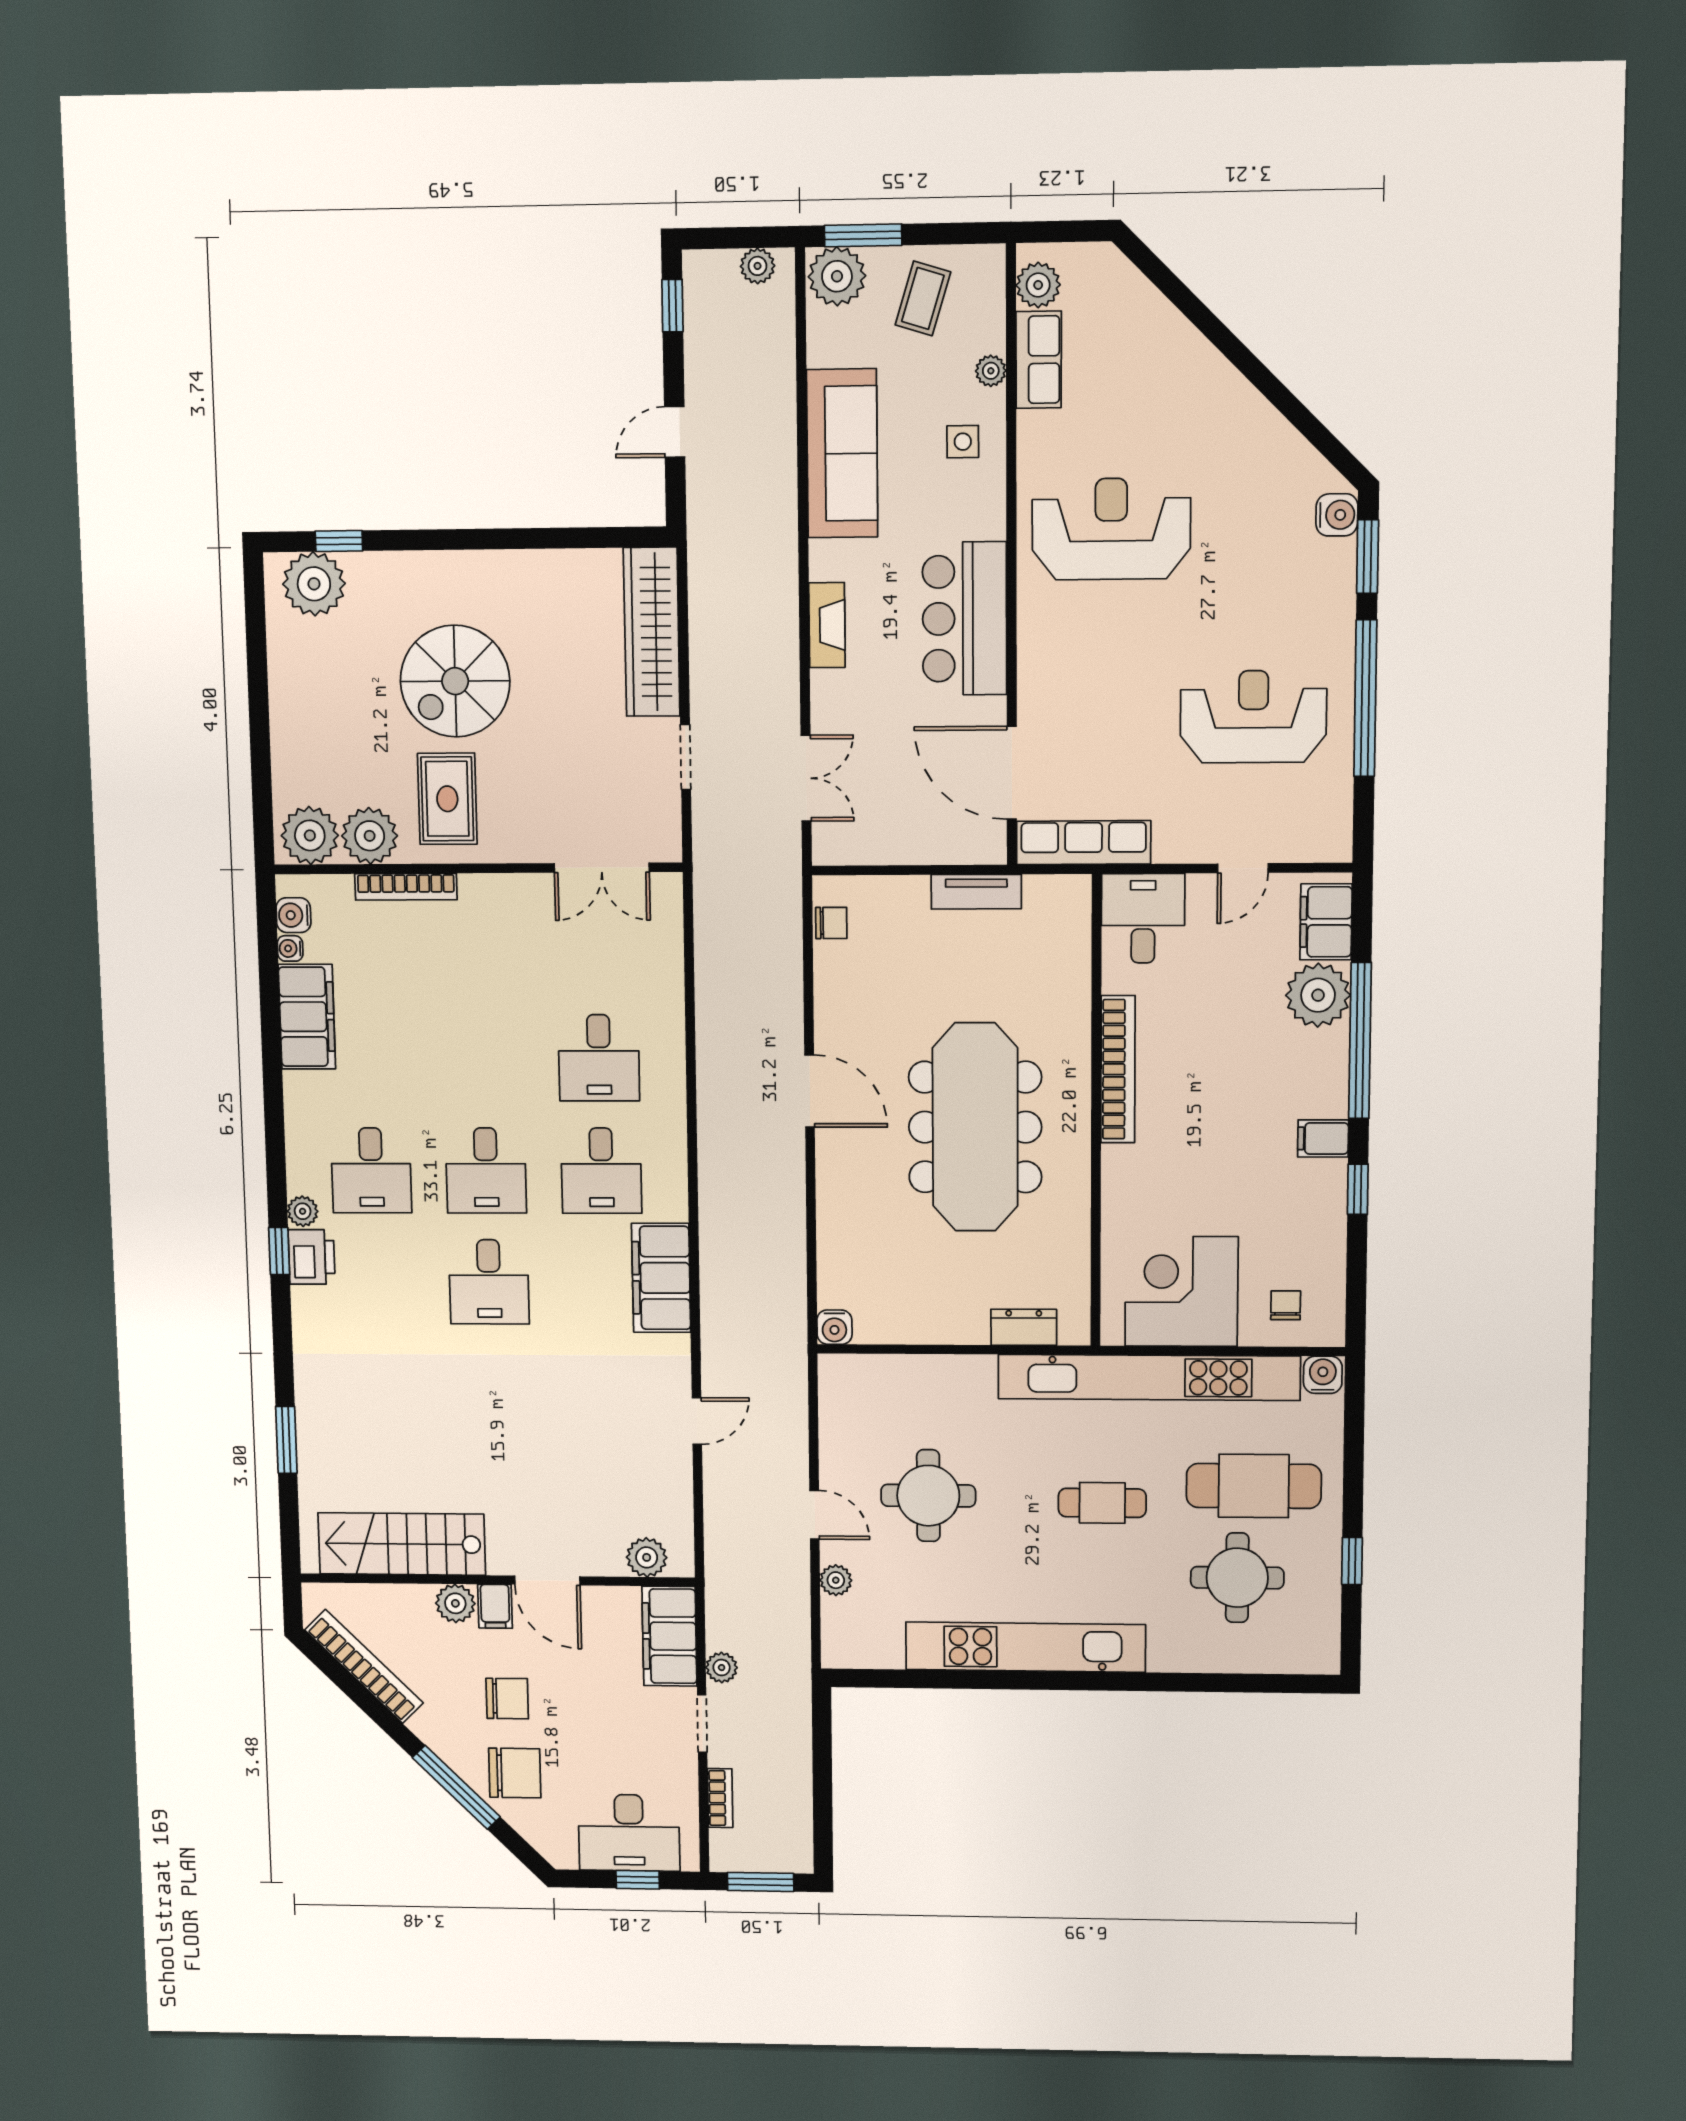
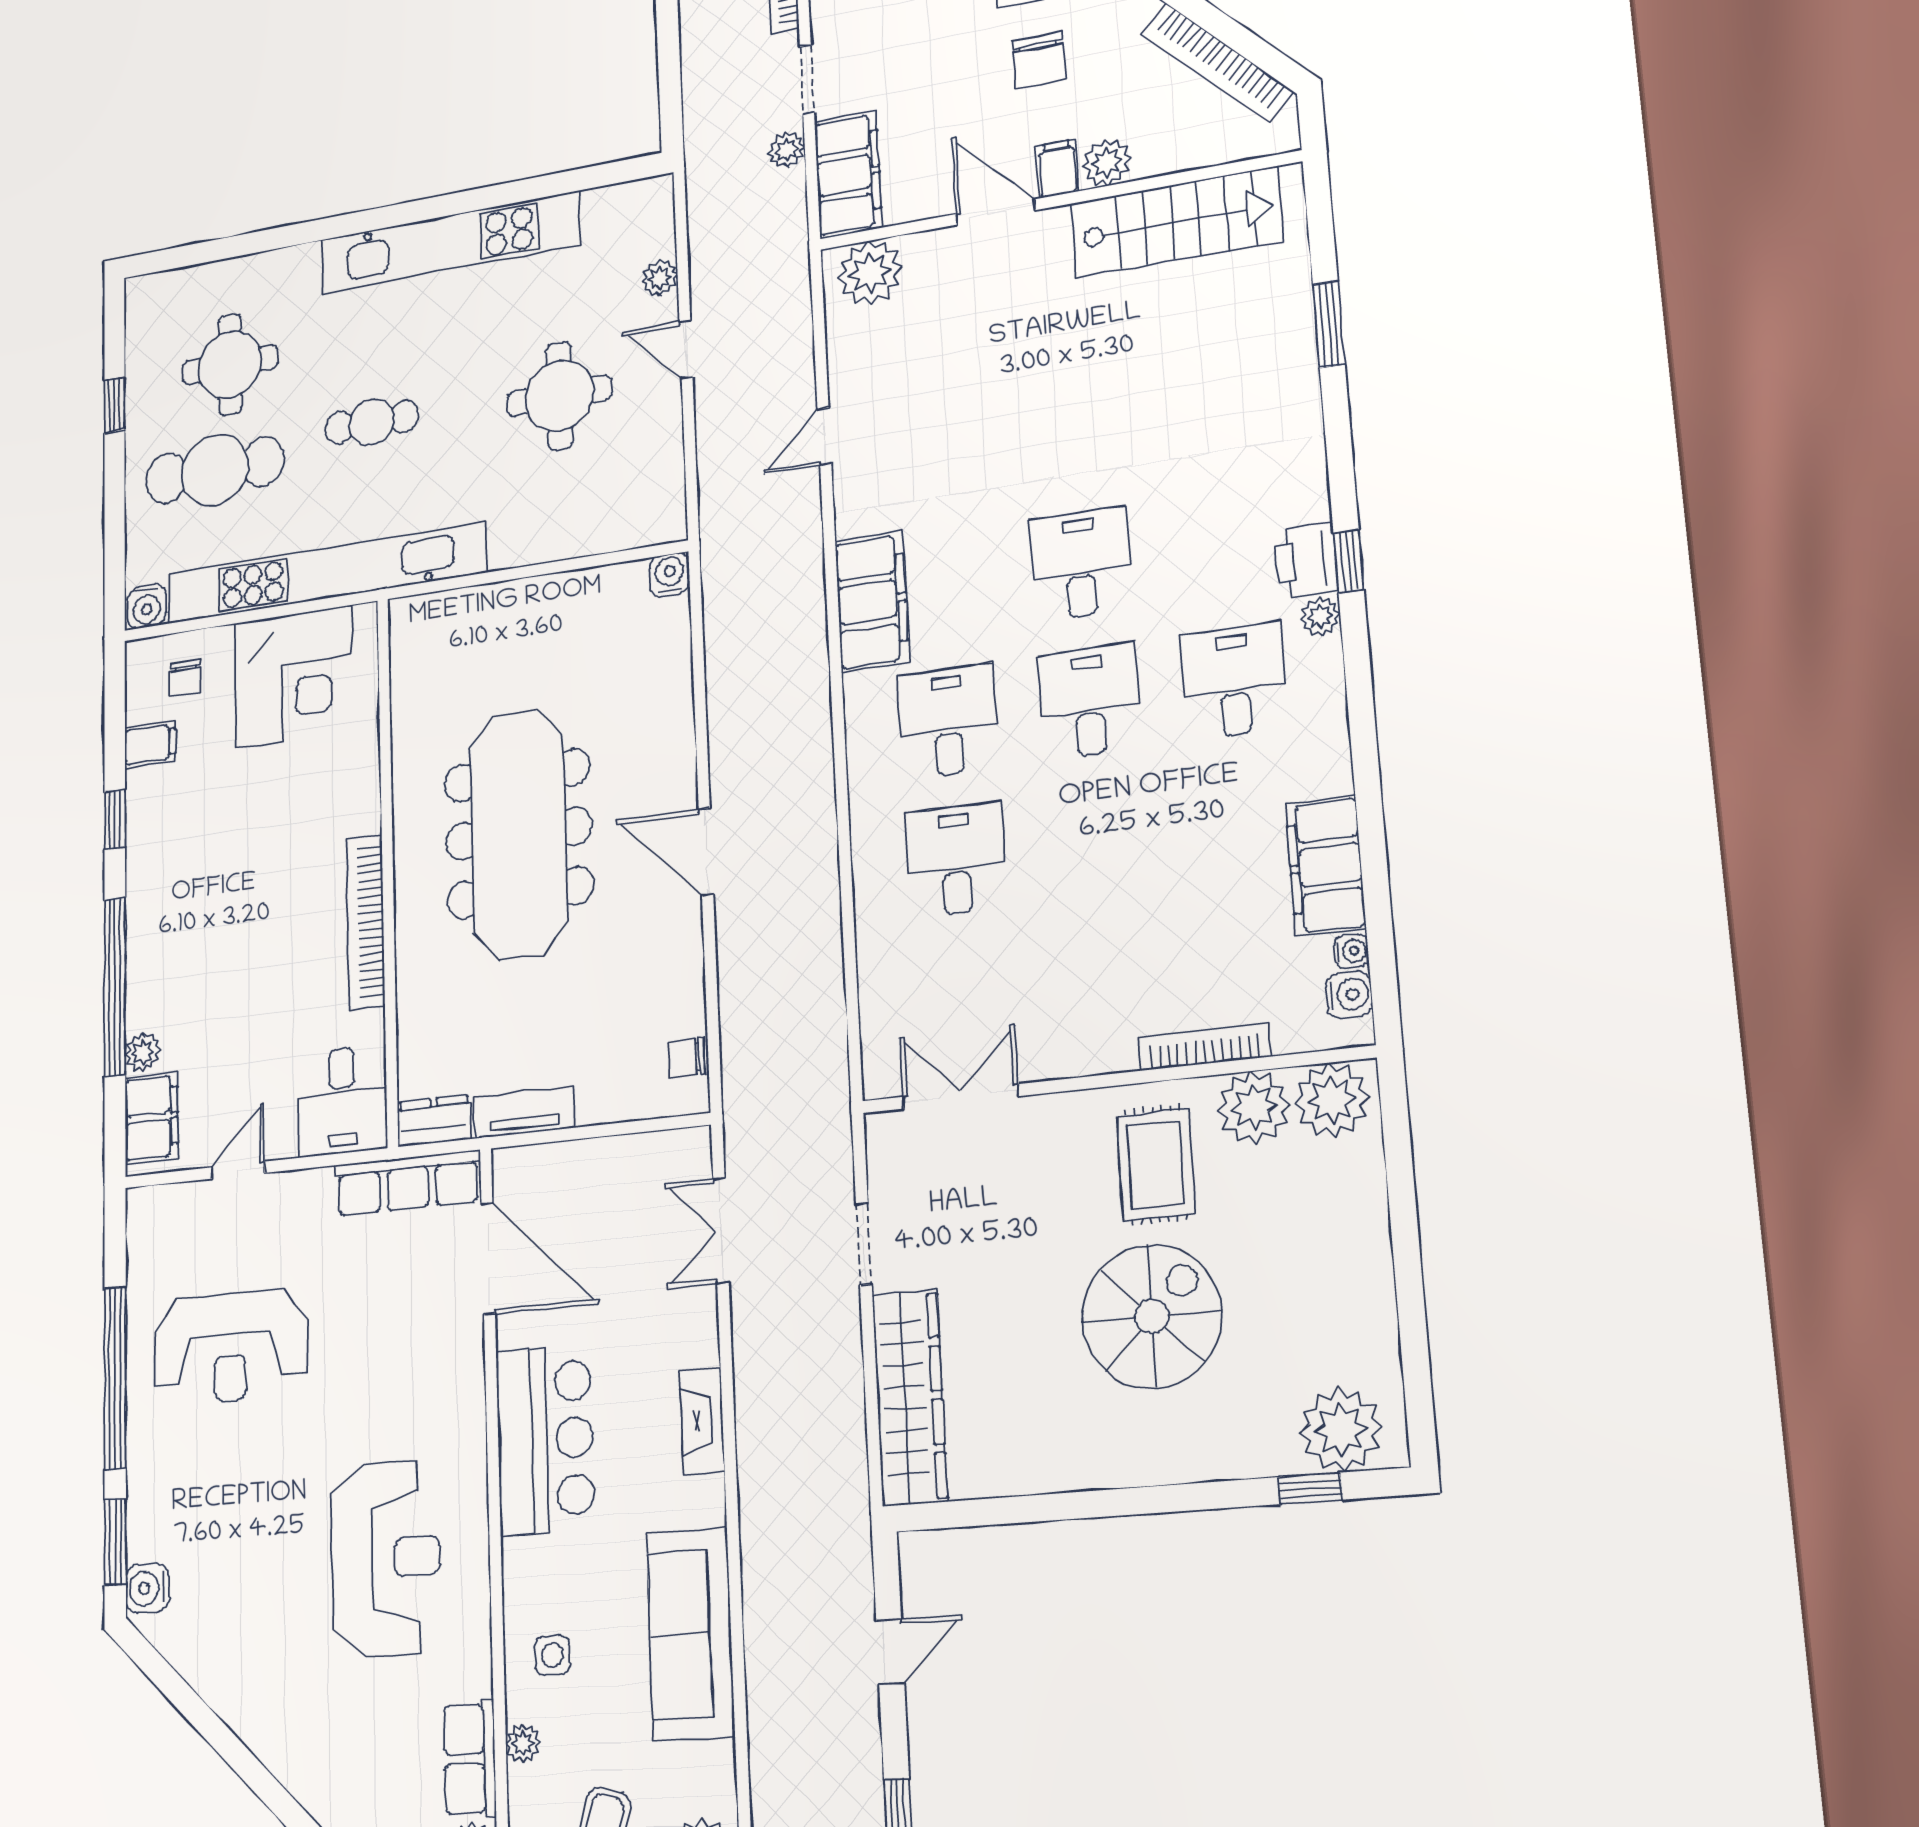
reception desk: (1111, 529) -> (386, 1558), turned -90
plant: (1318, 995) -> (143, 1052), width x0.53, depth x0.53
filing cabinet: (1323, 1138) -> (150, 744), moved
dresser: (1024, 1327) -> (434, 1121), moved, turned 180
plant: (647, 1557) -> (870, 273), width x1.36, depth x1.36
chair: (507, 1699) -> (1039, 60), turned -90

